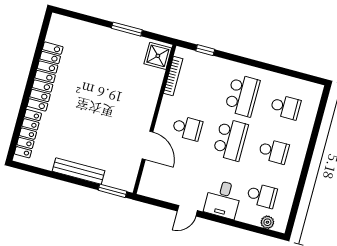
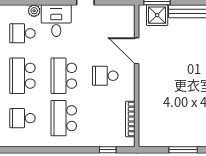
shower: (158, 56) -> (157, 15), moved
school desk: (274, 151) -> (22, 76), width x1.85
plant: (267, 222) -> (34, 11), moved

